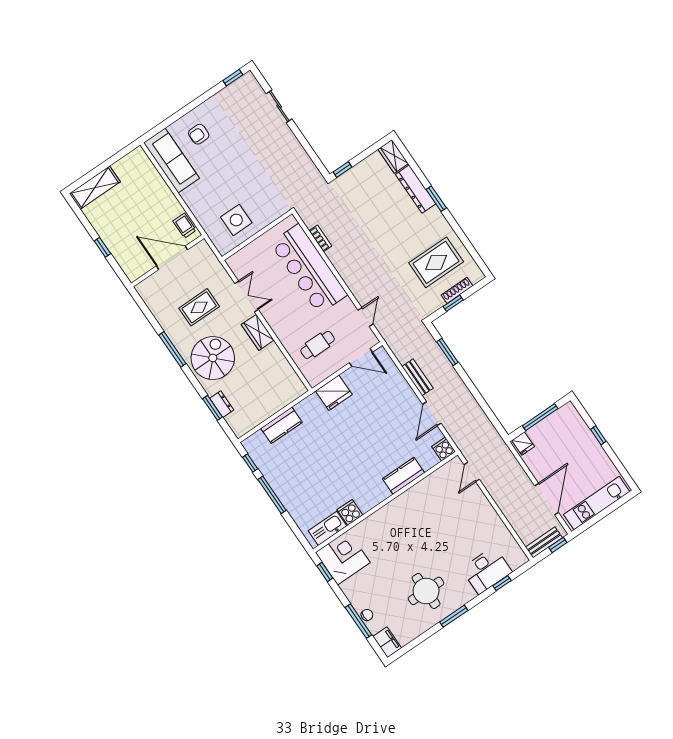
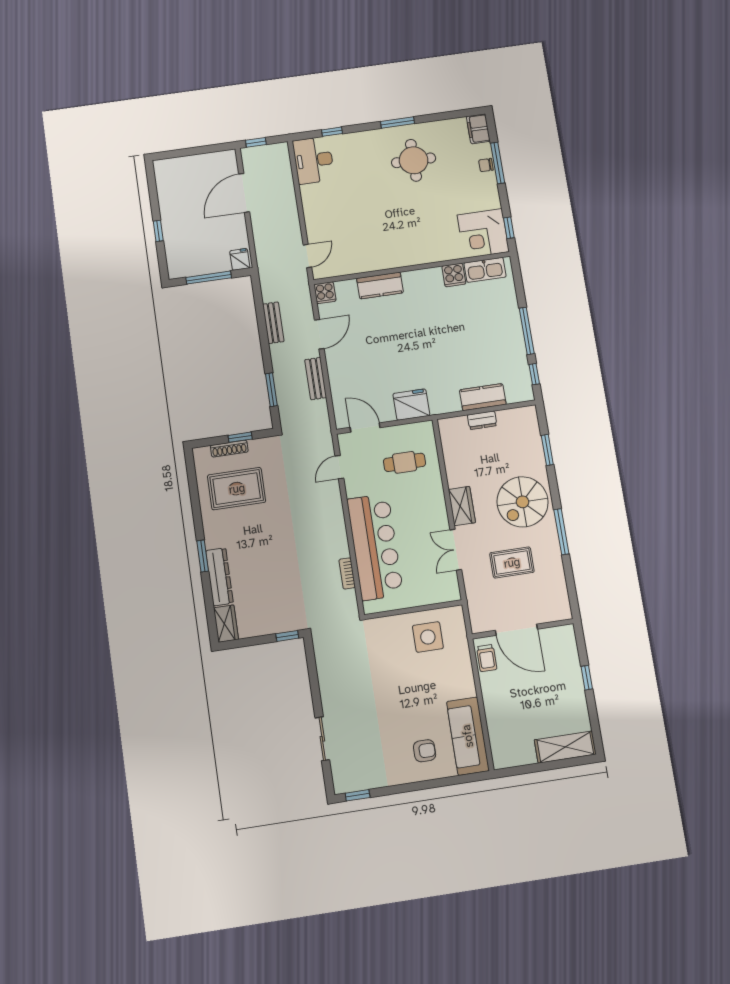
dresser: (222, 404) -> (482, 420), moved, turned -90
kitchen unit: (597, 503) -> (195, 165), removed
bench: (544, 542) -> (273, 323), moved, turned 90
desk: (487, 570) -> (314, 160), moved, turned -90

